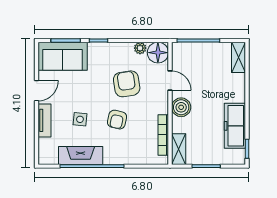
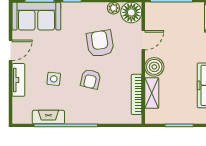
door: (170, 81) -> (143, 40), hinge flipped
shelving: (179, 149) -> (152, 93), moved
fireplace: (81, 156) -> (48, 117), width x0.73, depth x0.76

